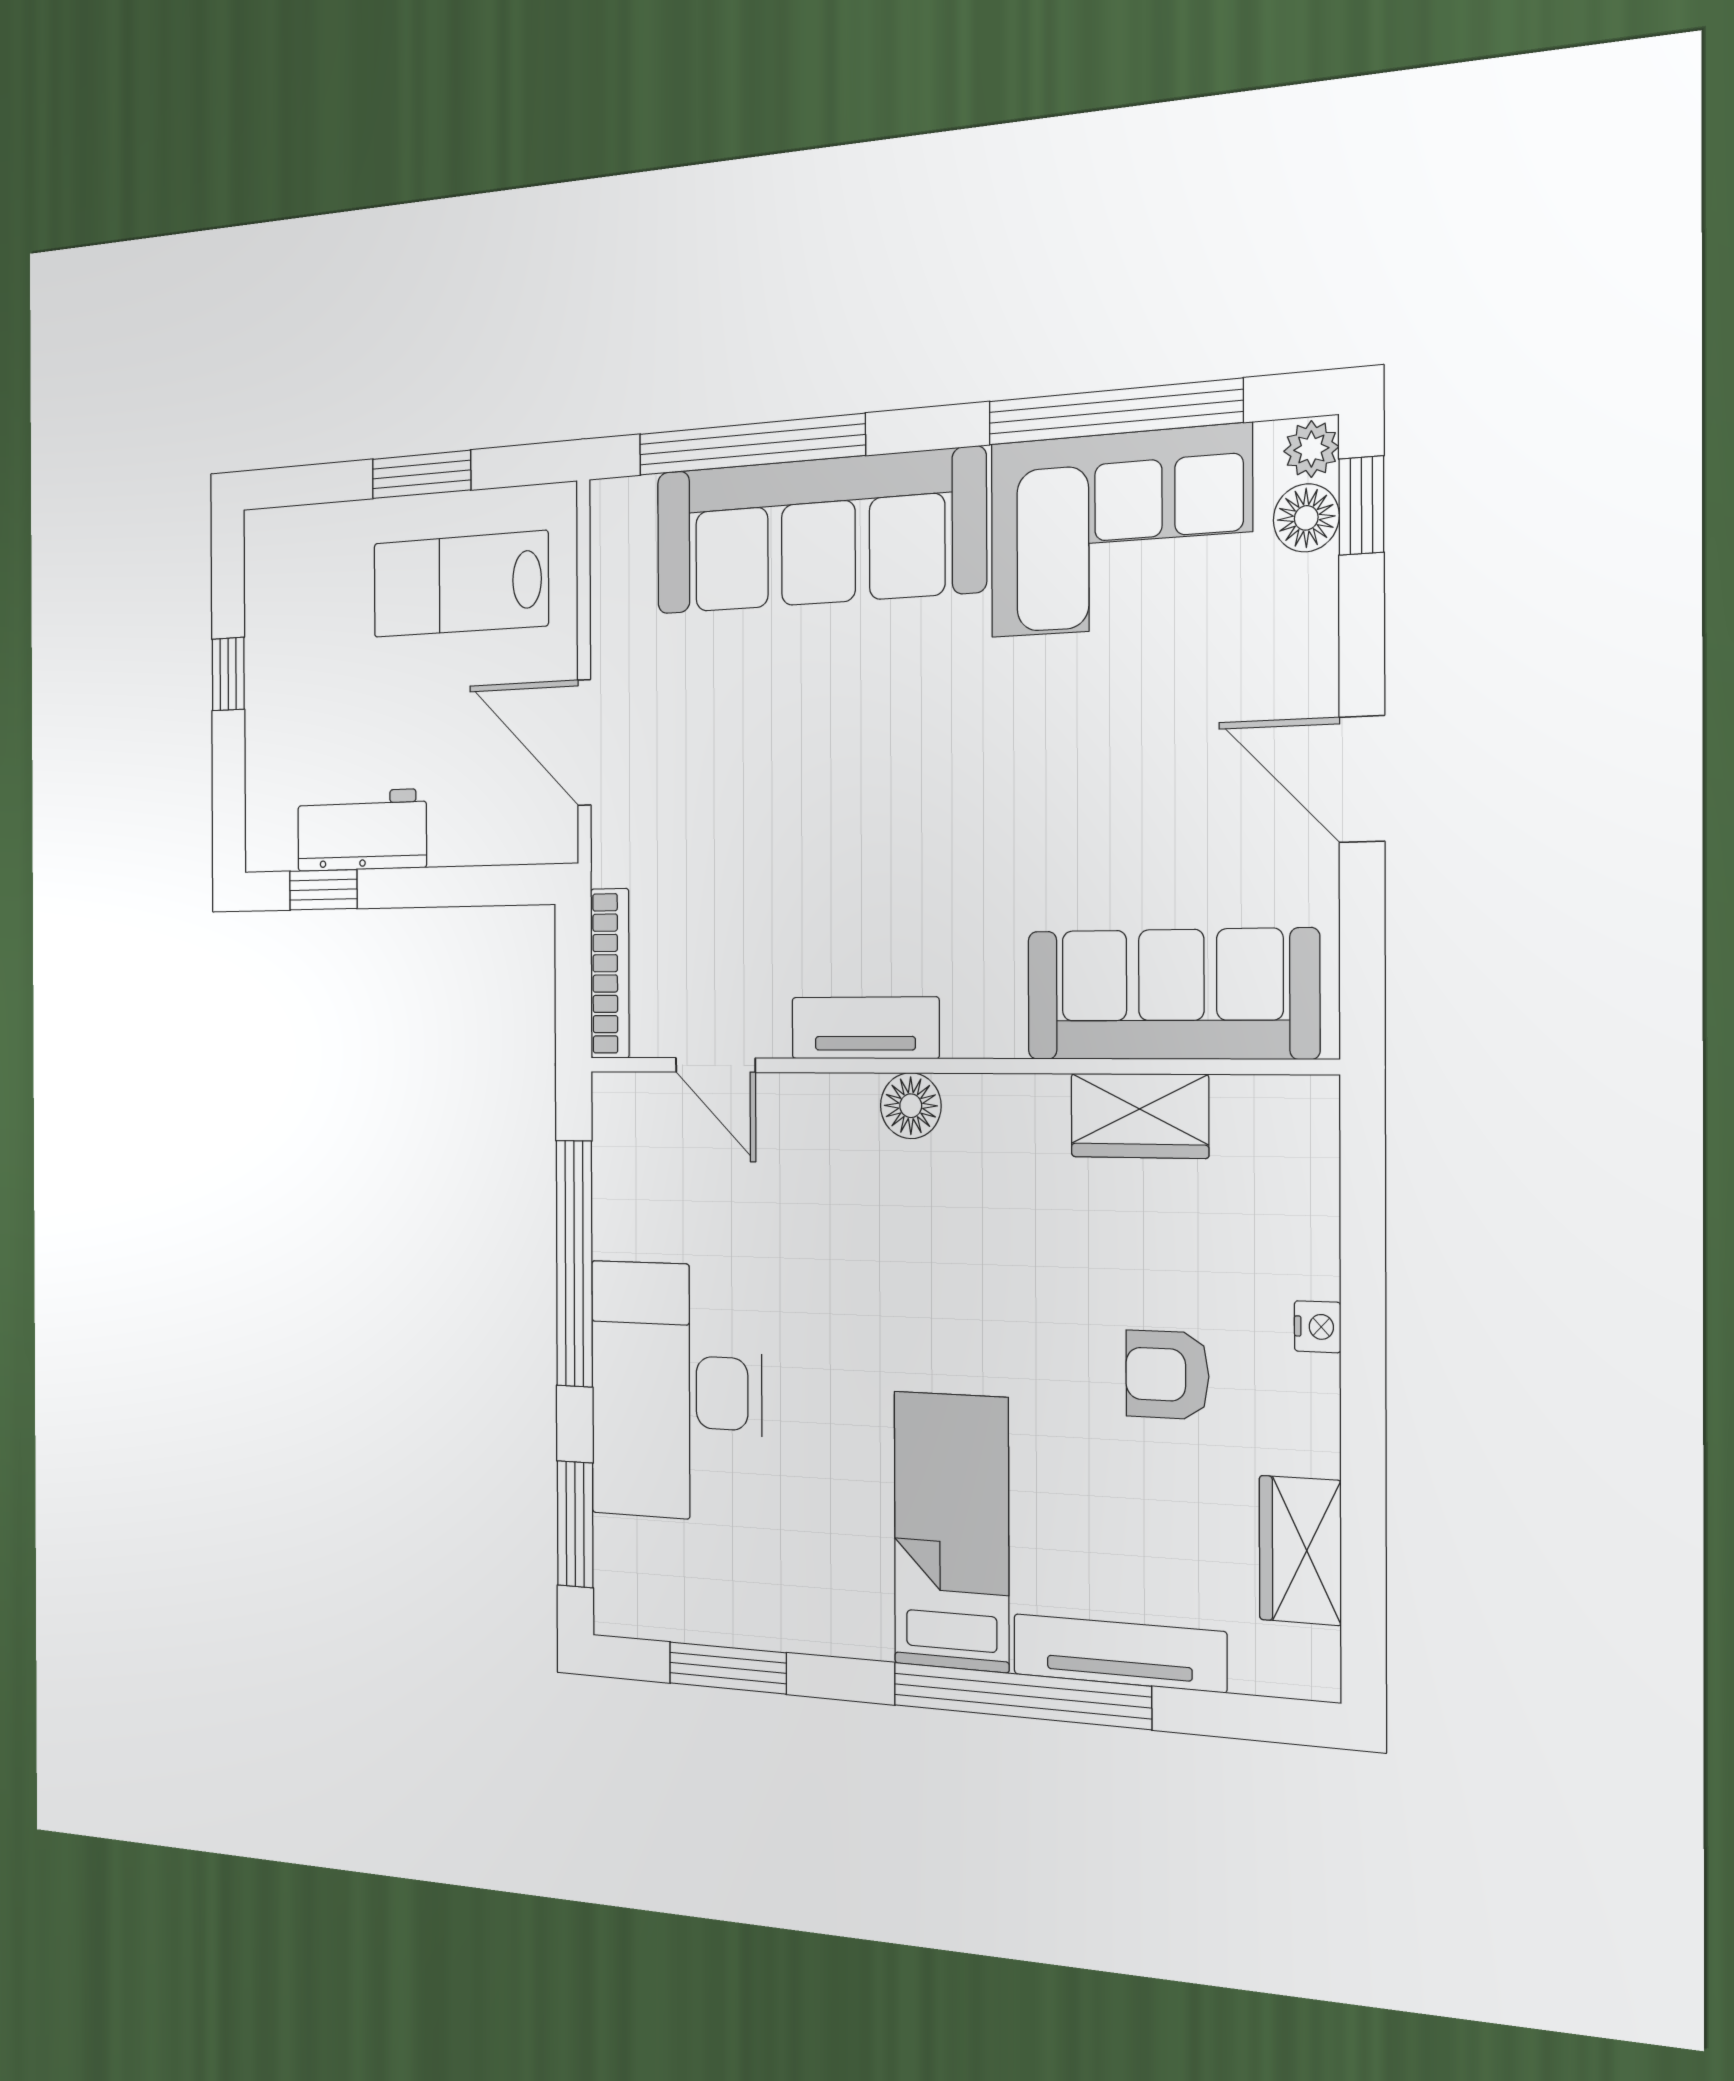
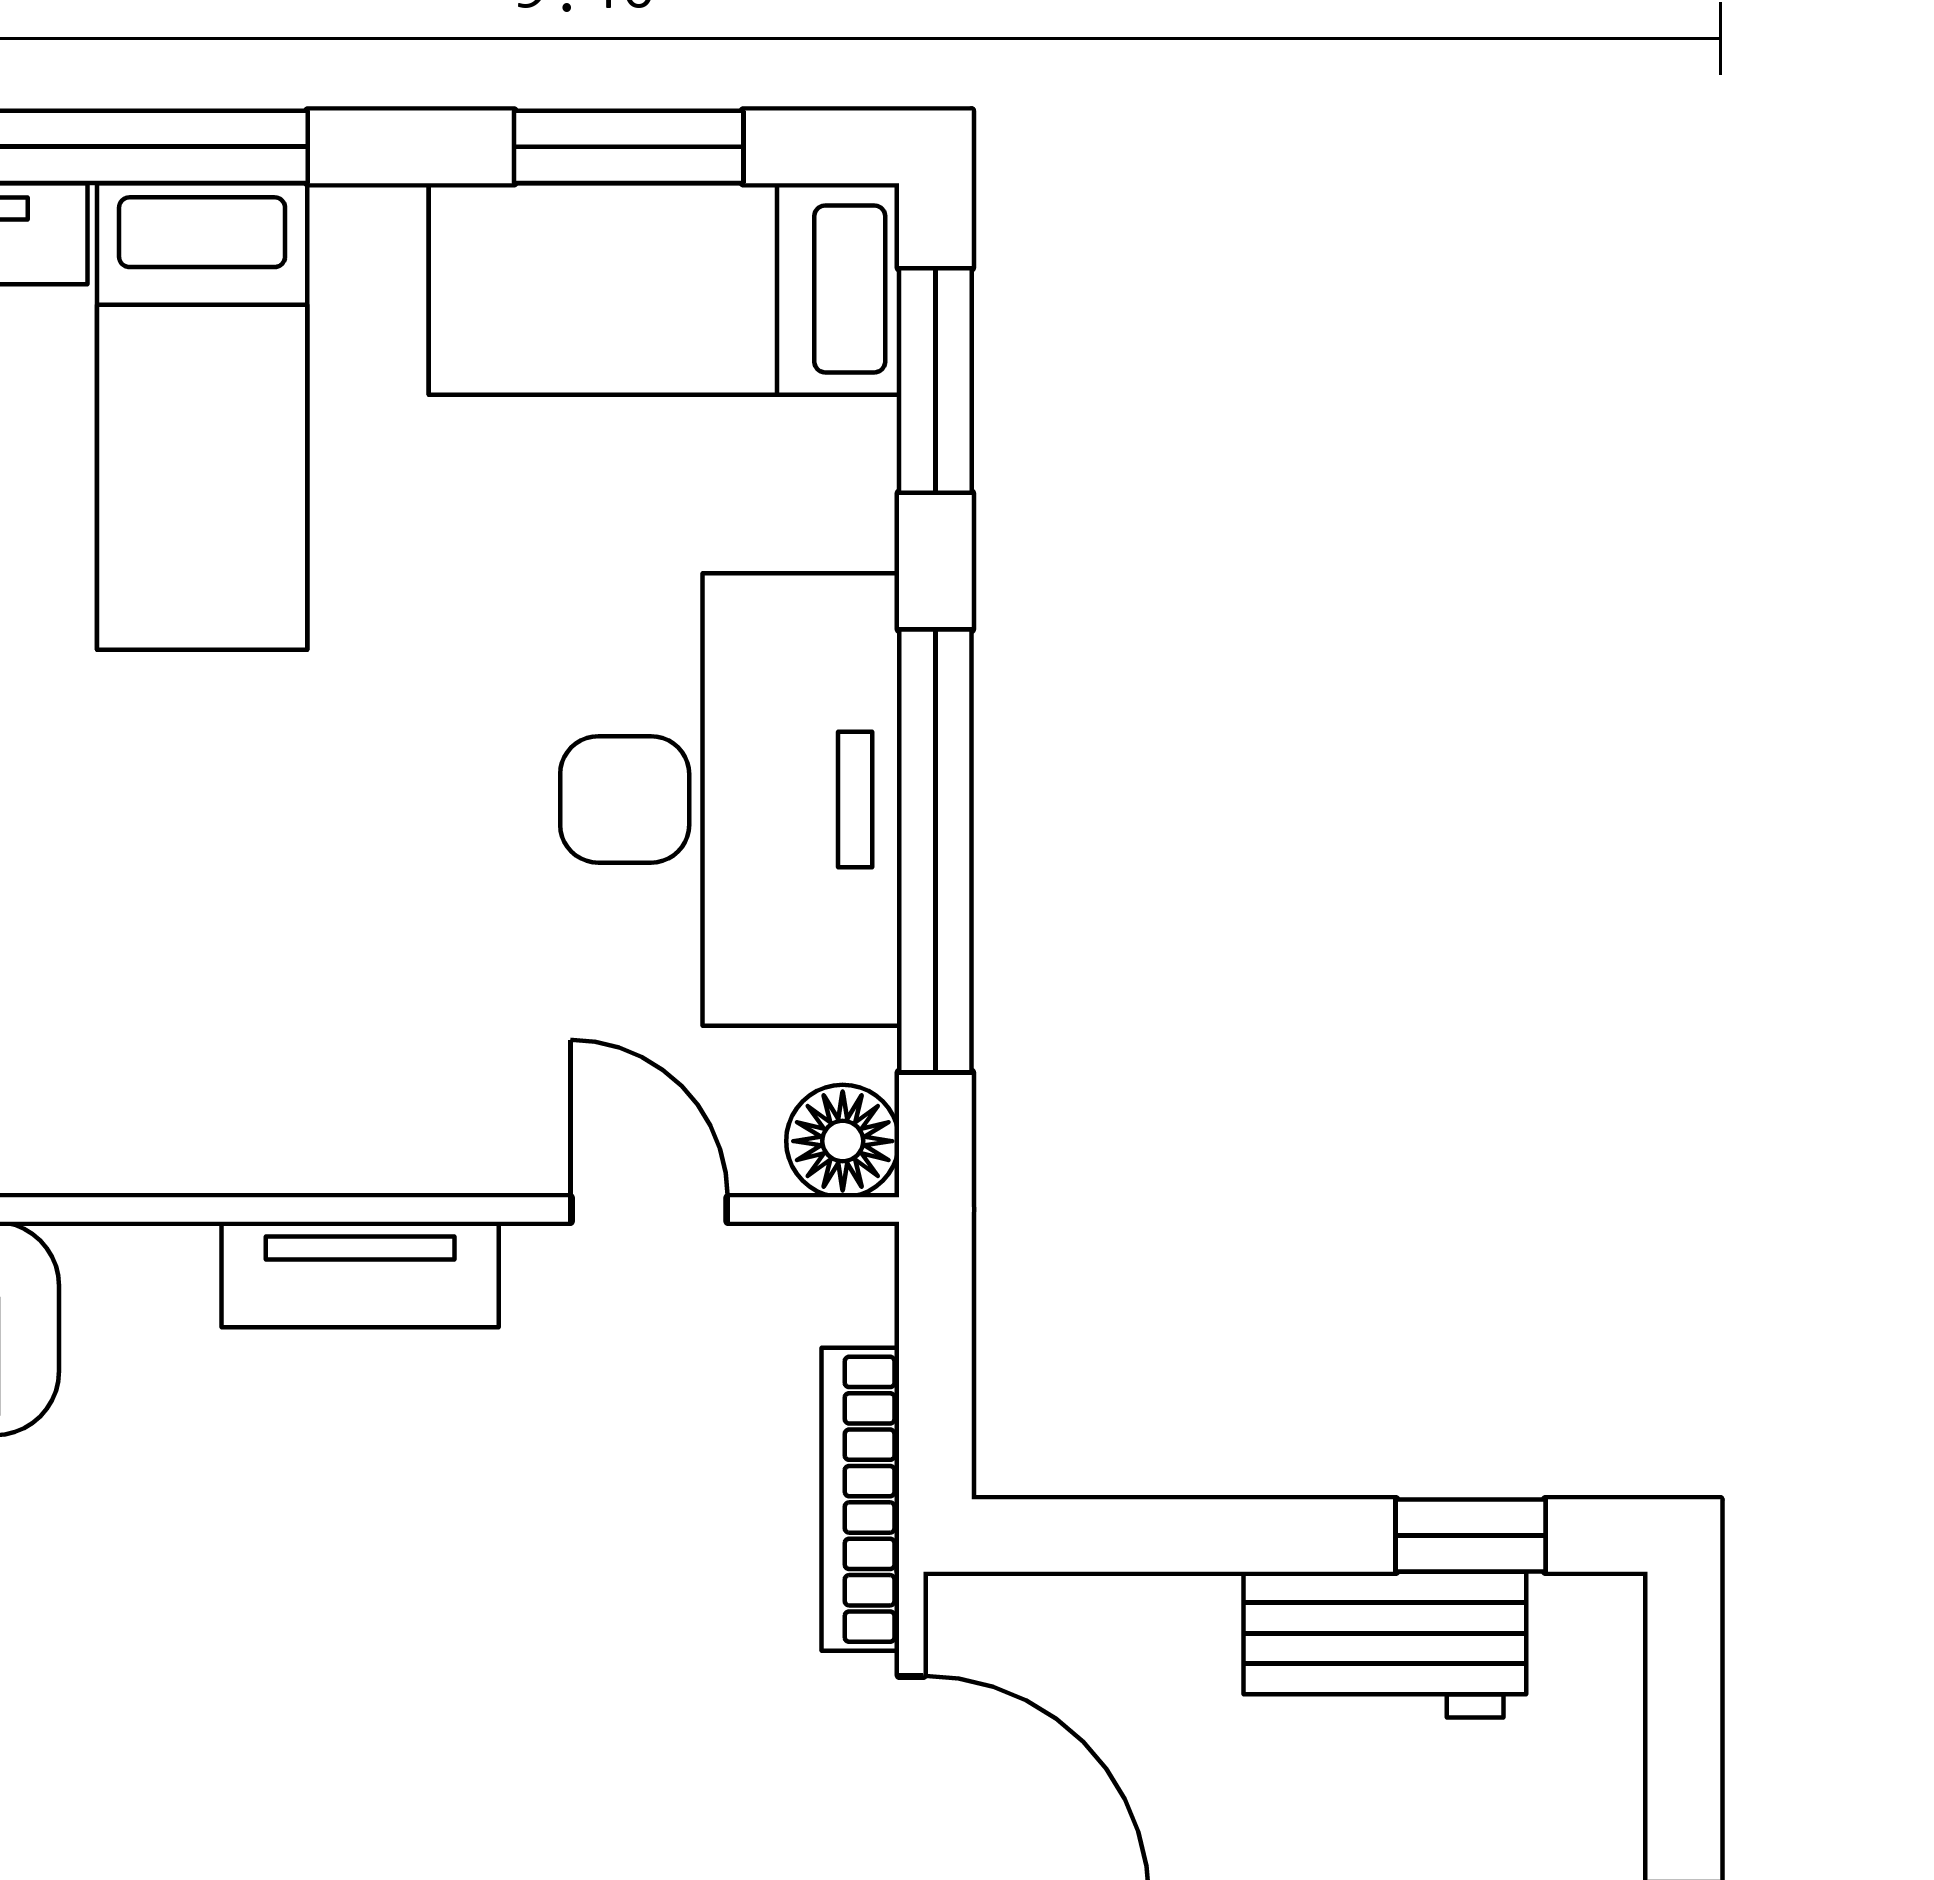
bookcase: (610, 973) -> (860, 1499), moved
floor lamp: (911, 1106) -> (843, 1141), moved
desk: (676, 1391) -> (730, 799), moved
bed: (710, 1586) -> (664, 289), added

